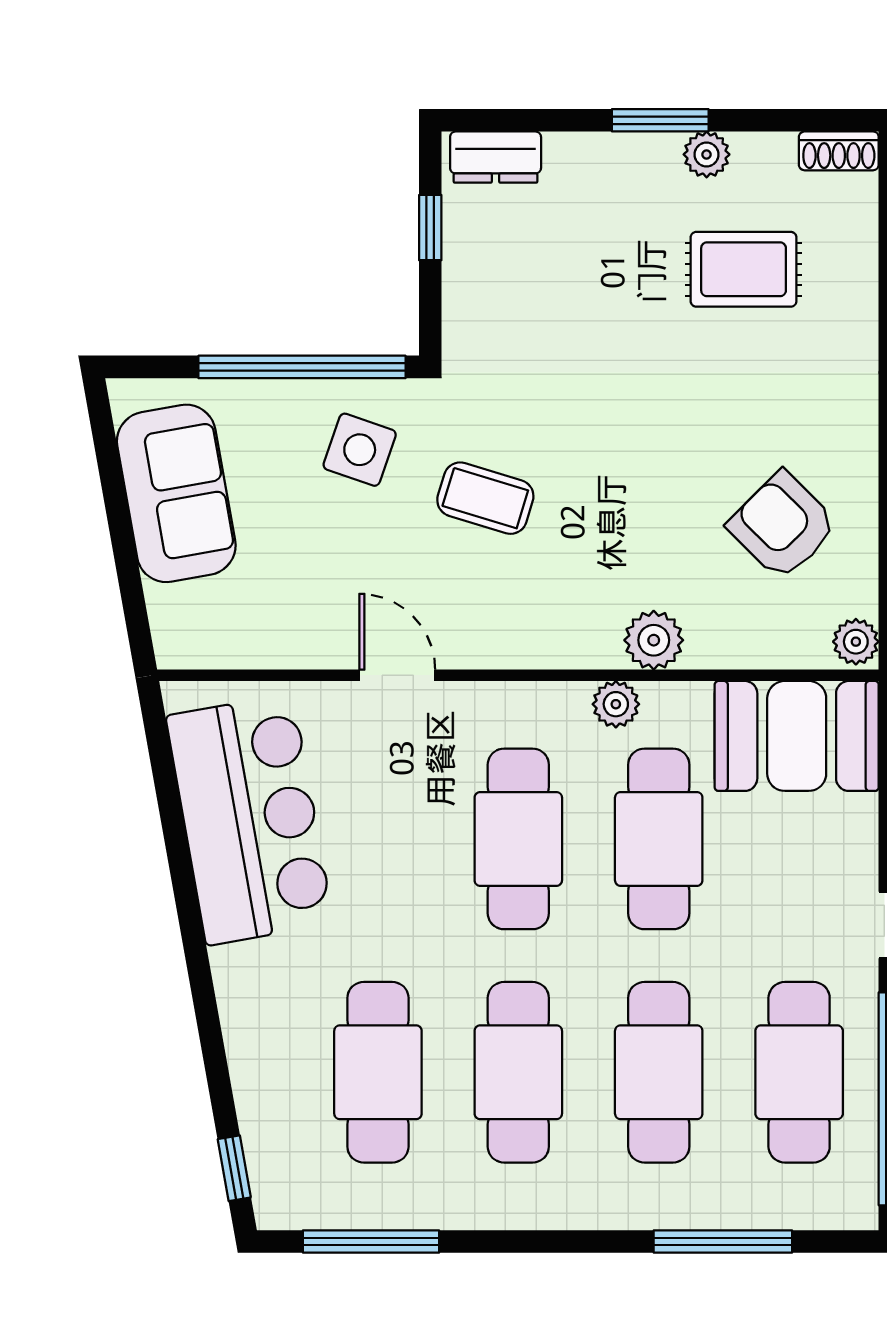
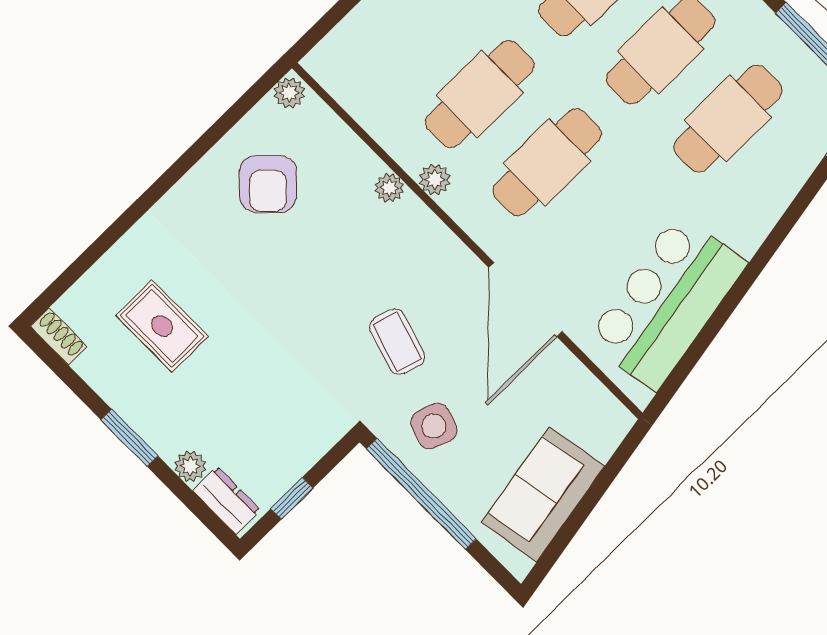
plant: (707, 154) -> (190, 466), moved
plant: (654, 640) -> (389, 188), width x0.73, depth x0.73
door: (397, 675) -> (526, 300), width x1.88
booth: (797, 736) -> (363, 76), removed

